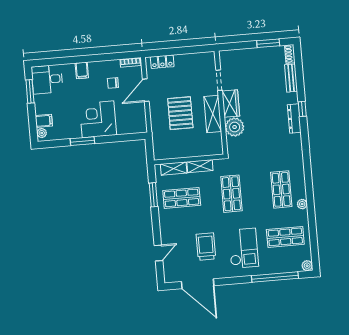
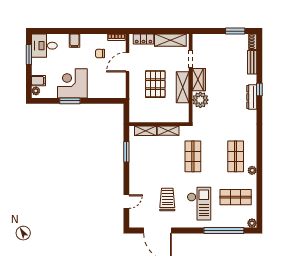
shelving: (194, 60) -> (170, 40), added
corner desk: (98, 119) -> (72, 83), moved
shop shelf: (182, 198) -> (150, 156), removed

